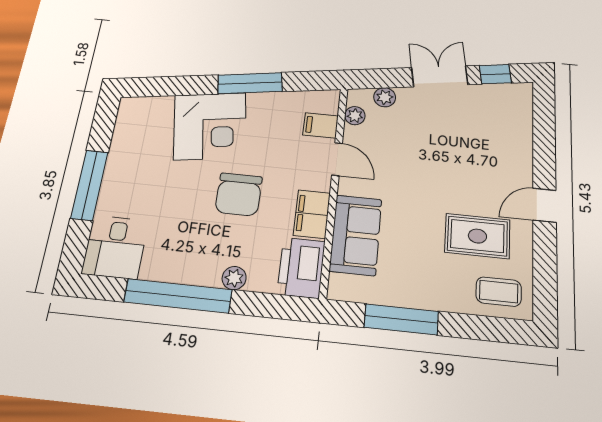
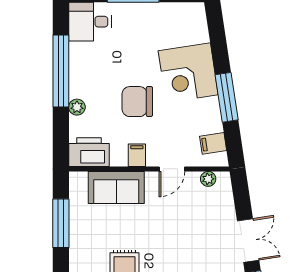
plant: (385, 97) -> (226, 200), removed
filing cabinet: (321, 125) -> (213, 143), moved, turned -99
filing cabinet: (312, 214) -> (137, 155), width x0.50

